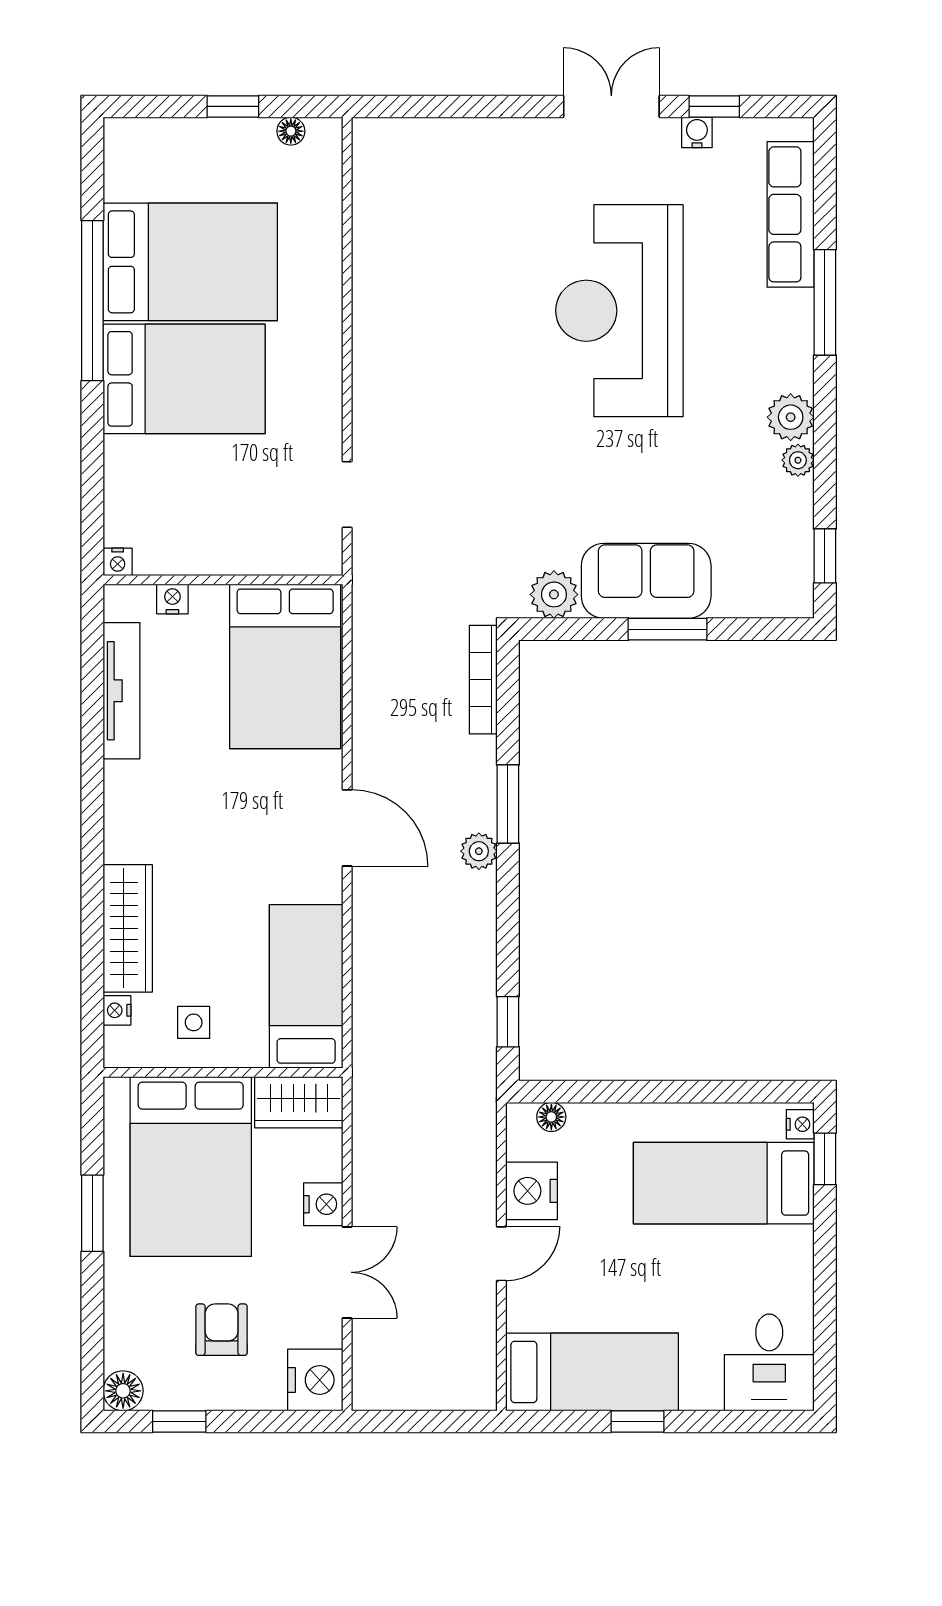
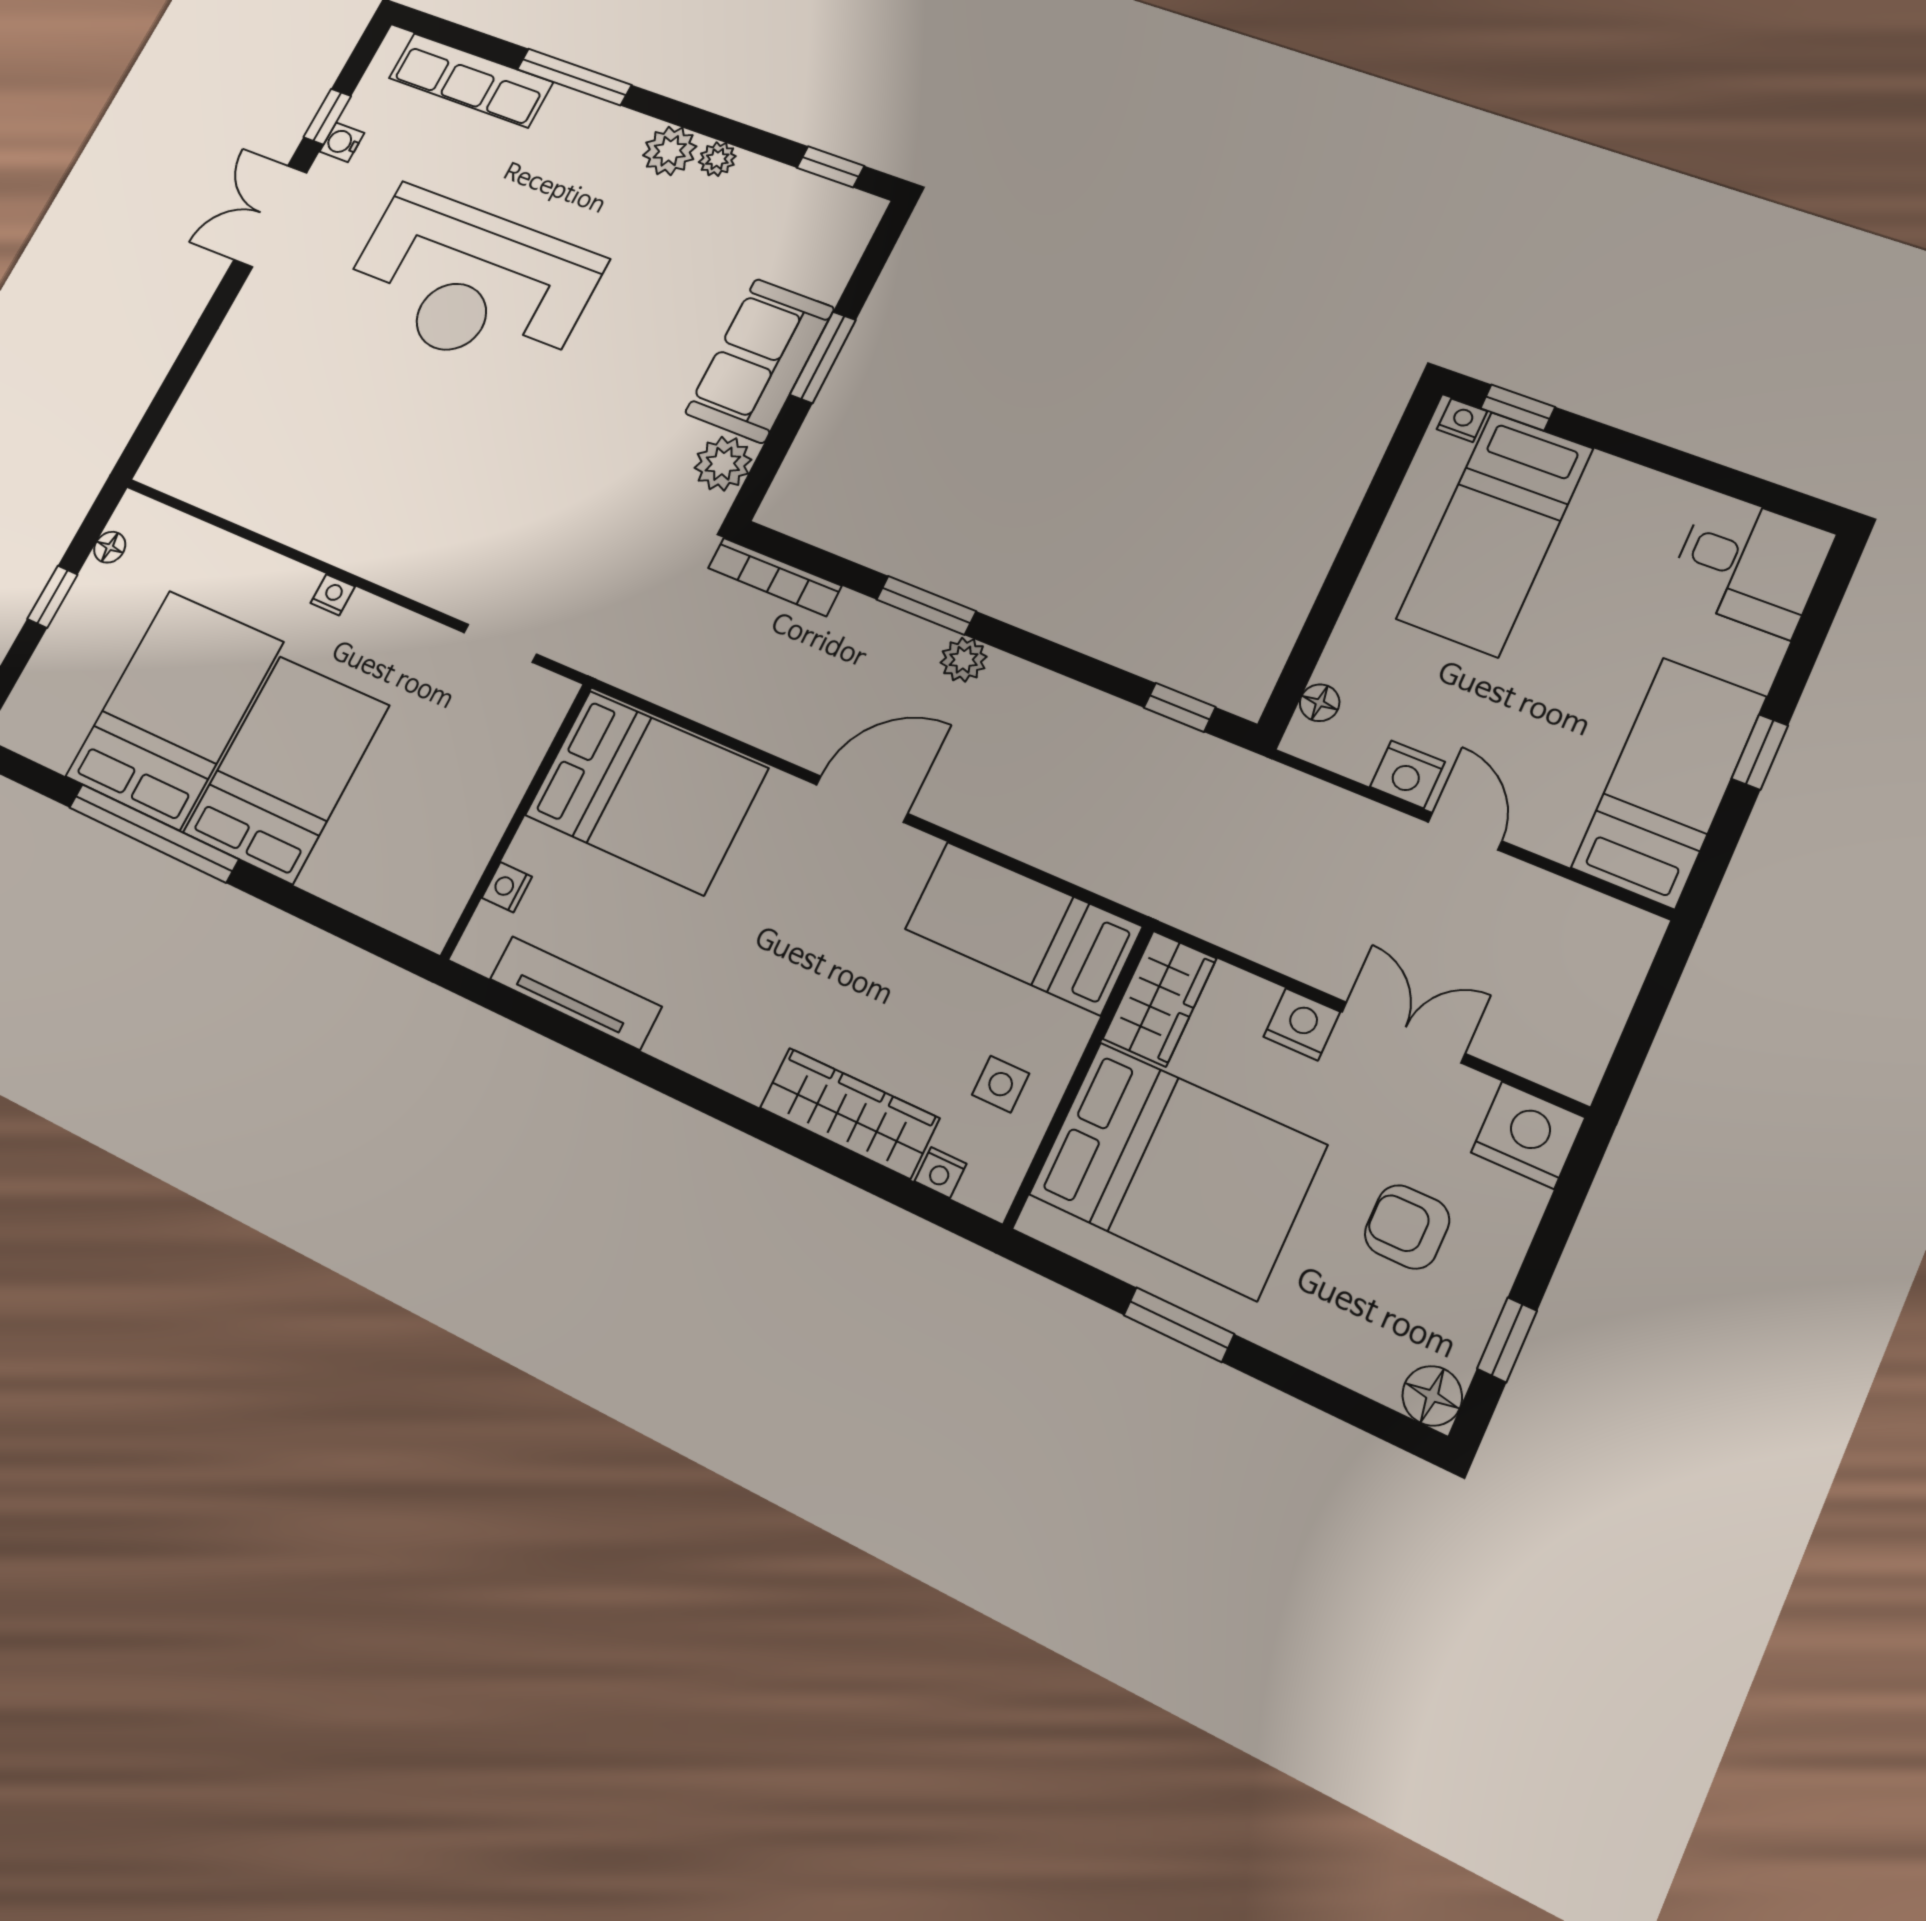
nightstand: (118, 562) -> (333, 595), moved, turned -90
nightstand: (532, 1191) -> (1407, 774), width x0.74, depth x0.75

